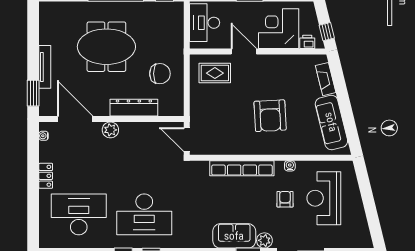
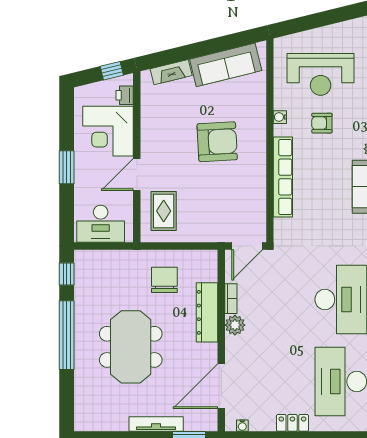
bookcase: (145, 127) -> (231, 299), added
plant: (110, 130) -> (235, 325), moved

